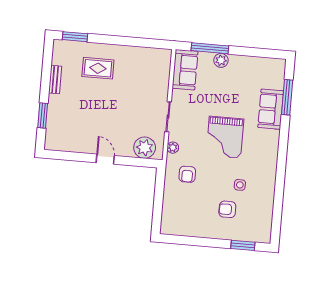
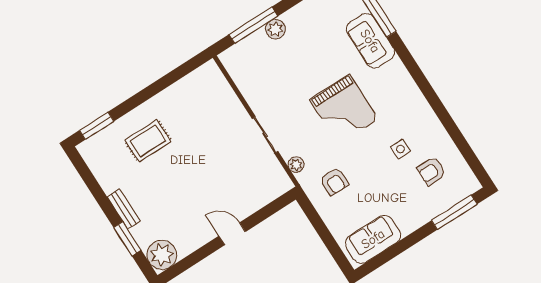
sofa: (185, 70) -> (373, 239), moved, turned -90
bench: (55, 80) -> (124, 209), moved
plant: (145, 148) -> (162, 255), moved
armchair: (227, 209) -> (432, 171), moved
window: (243, 245) -> (454, 212), width x1.44

